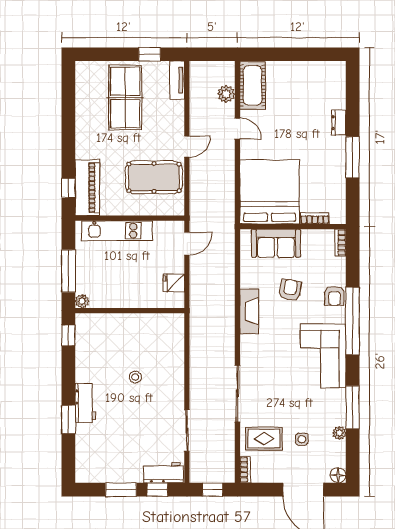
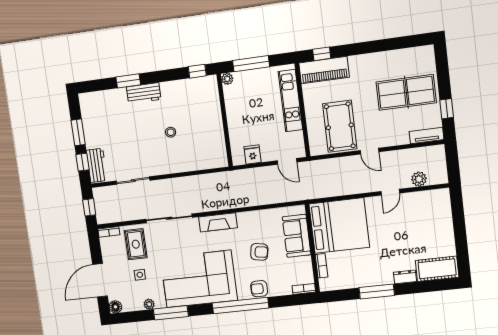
cot: (253, 85) -> (437, 269), moved
fireplace: (249, 311) -> (218, 222), moved
corner sofa: (323, 356) -> (199, 279), width x1.36, depth x1.36

